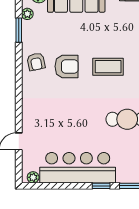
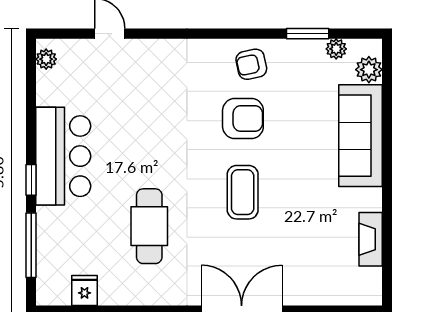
armchair: (67, 66) -> (243, 119), turned -90
bar counter: (78, 168) -> (63, 156), width x0.73

